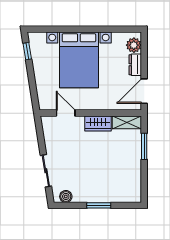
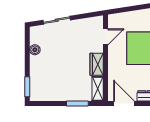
boiler: (66, 196) -> (35, 50), moved
window: (99, 205) -> (27, 87), moved

